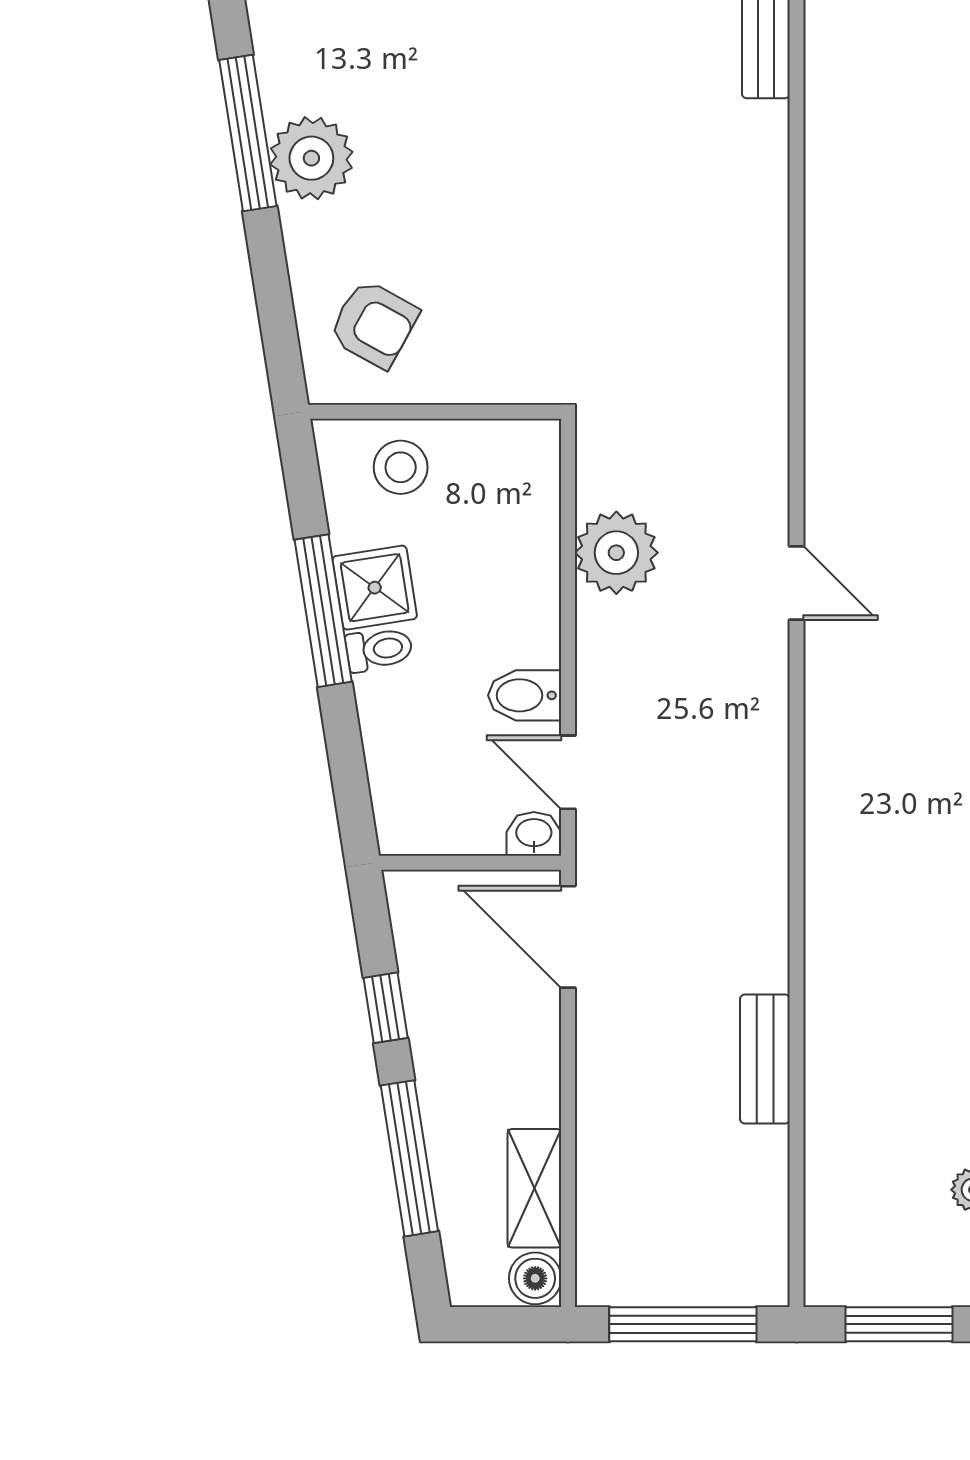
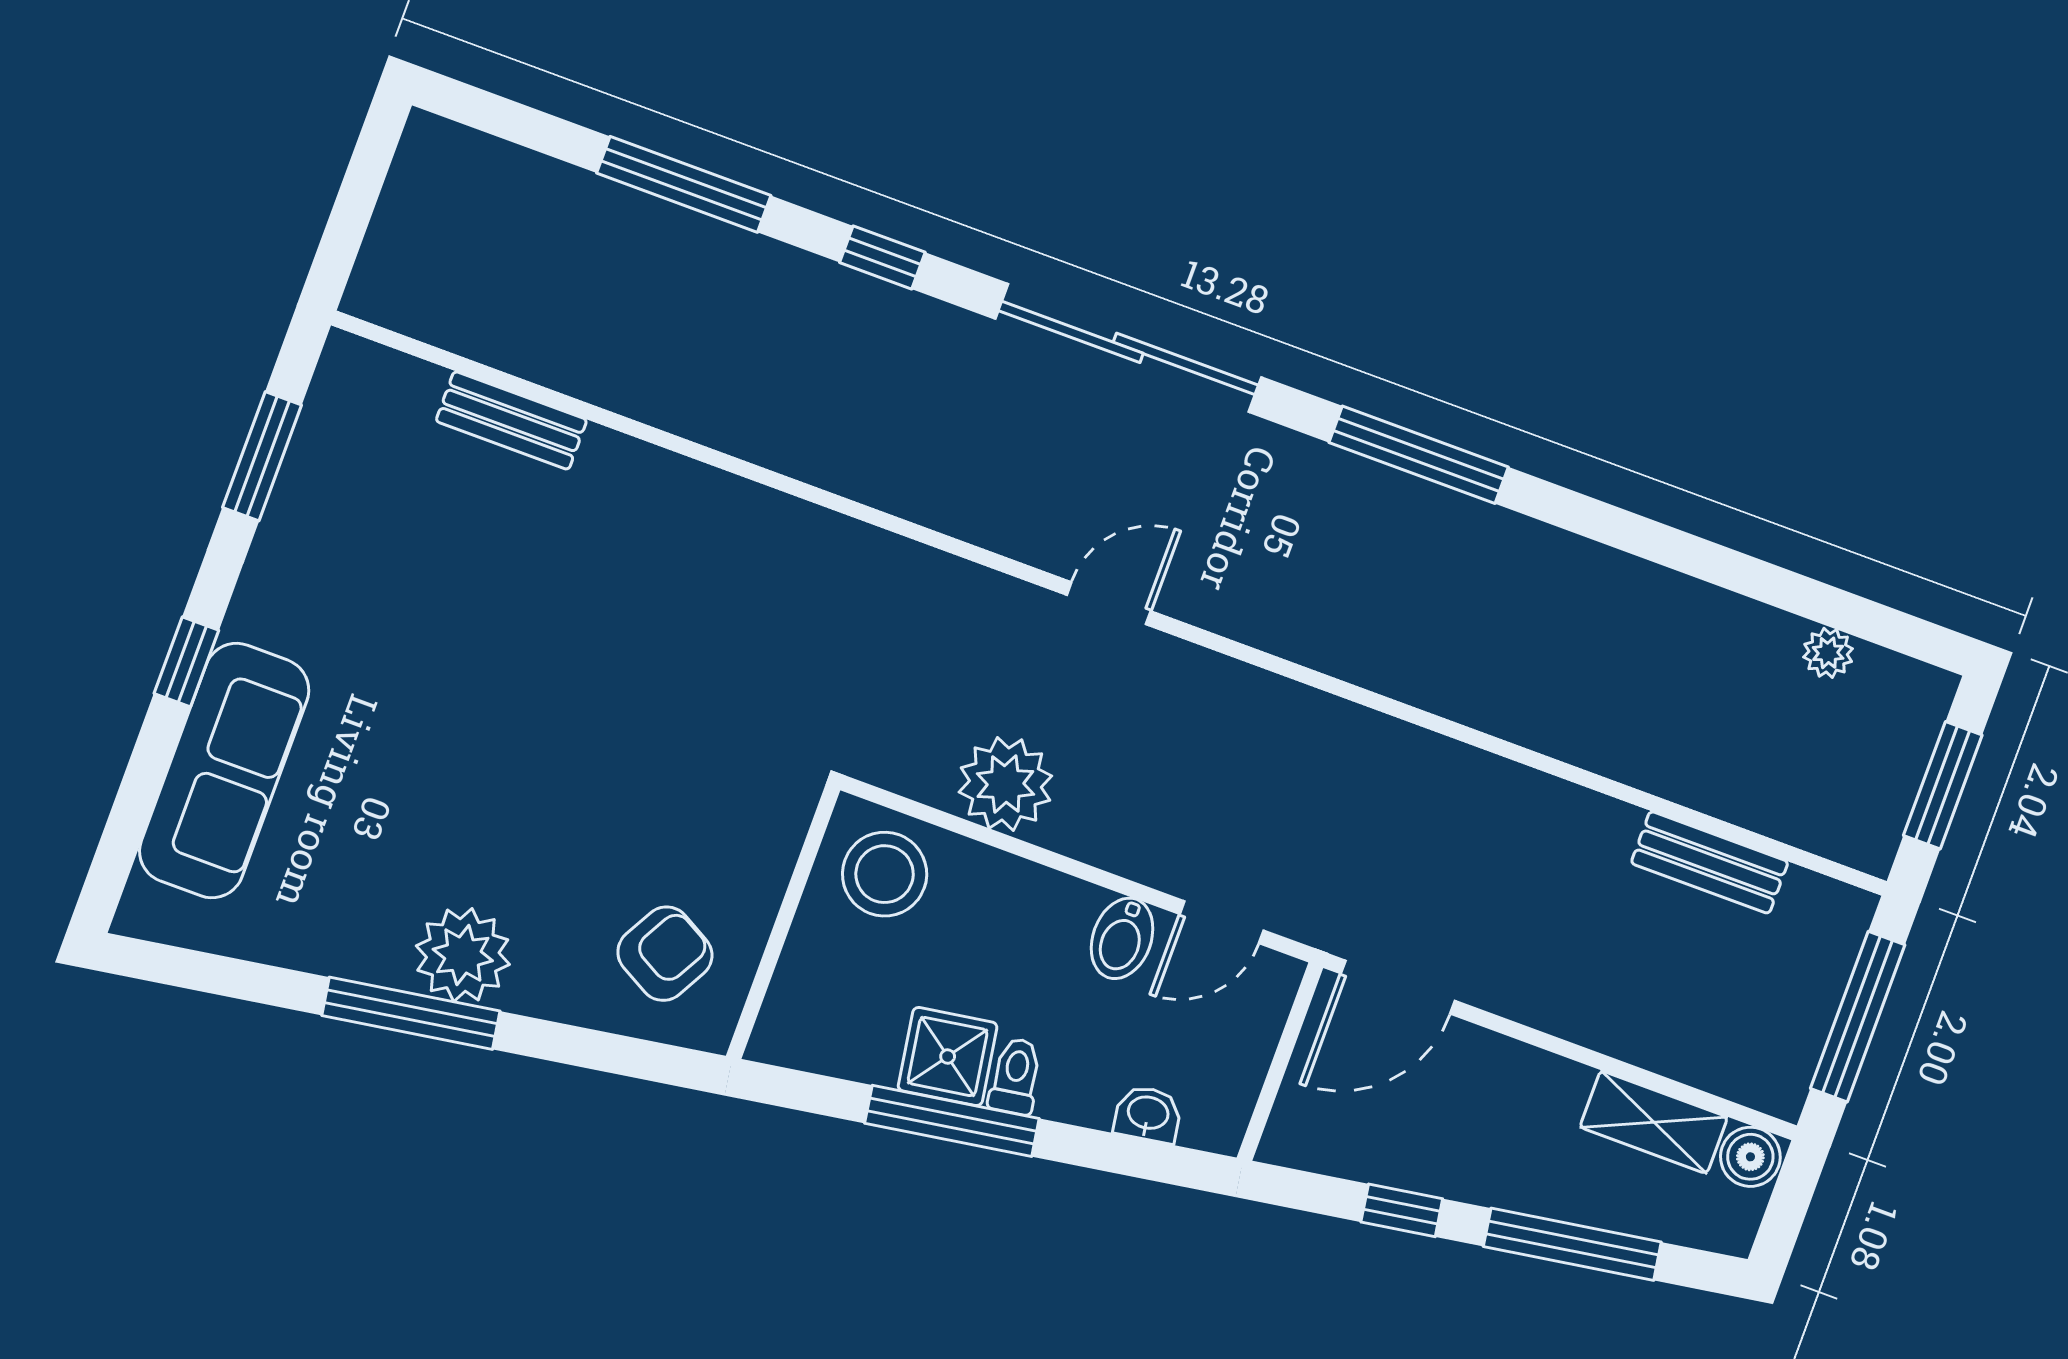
stool: (401, 467) -> (885, 874), moved, width x1.38, depth x1.38
washbasin: (534, 834) -> (1148, 1114), moved, turned 81
bench: (765, 1059) -> (1710, 862), moved

